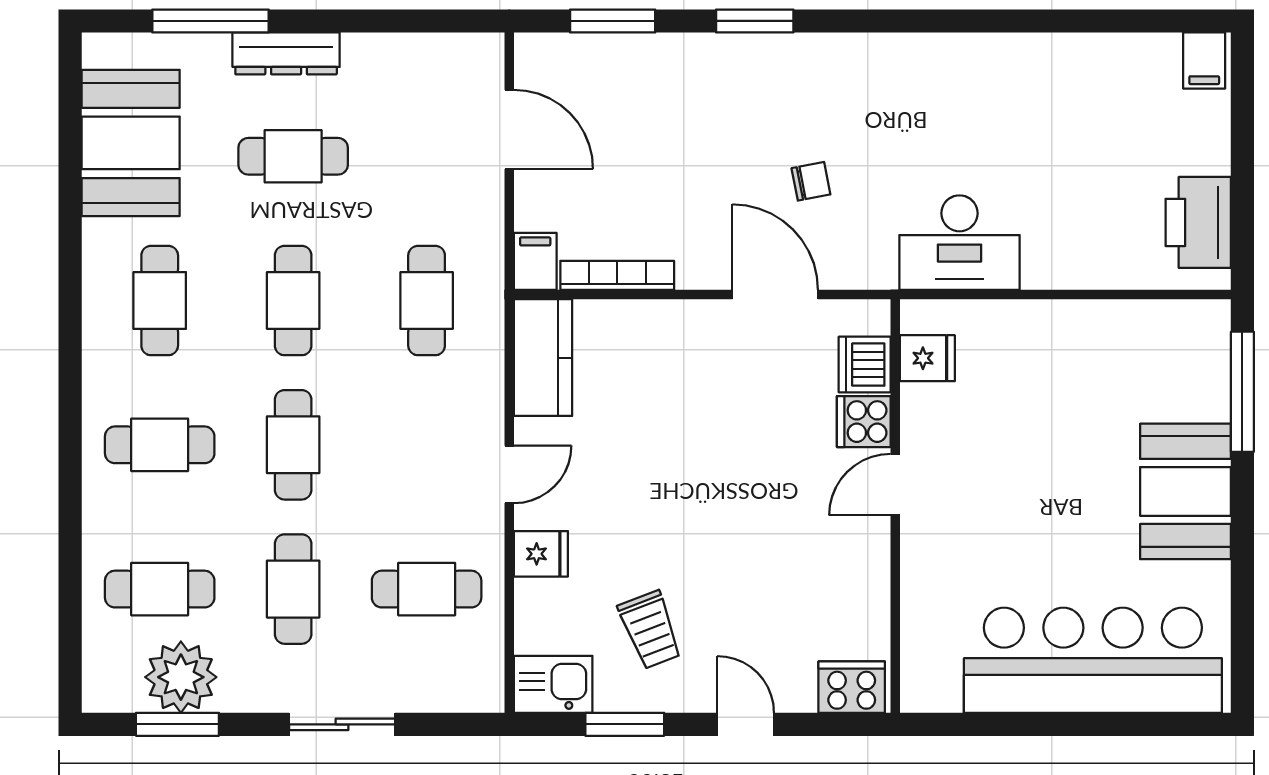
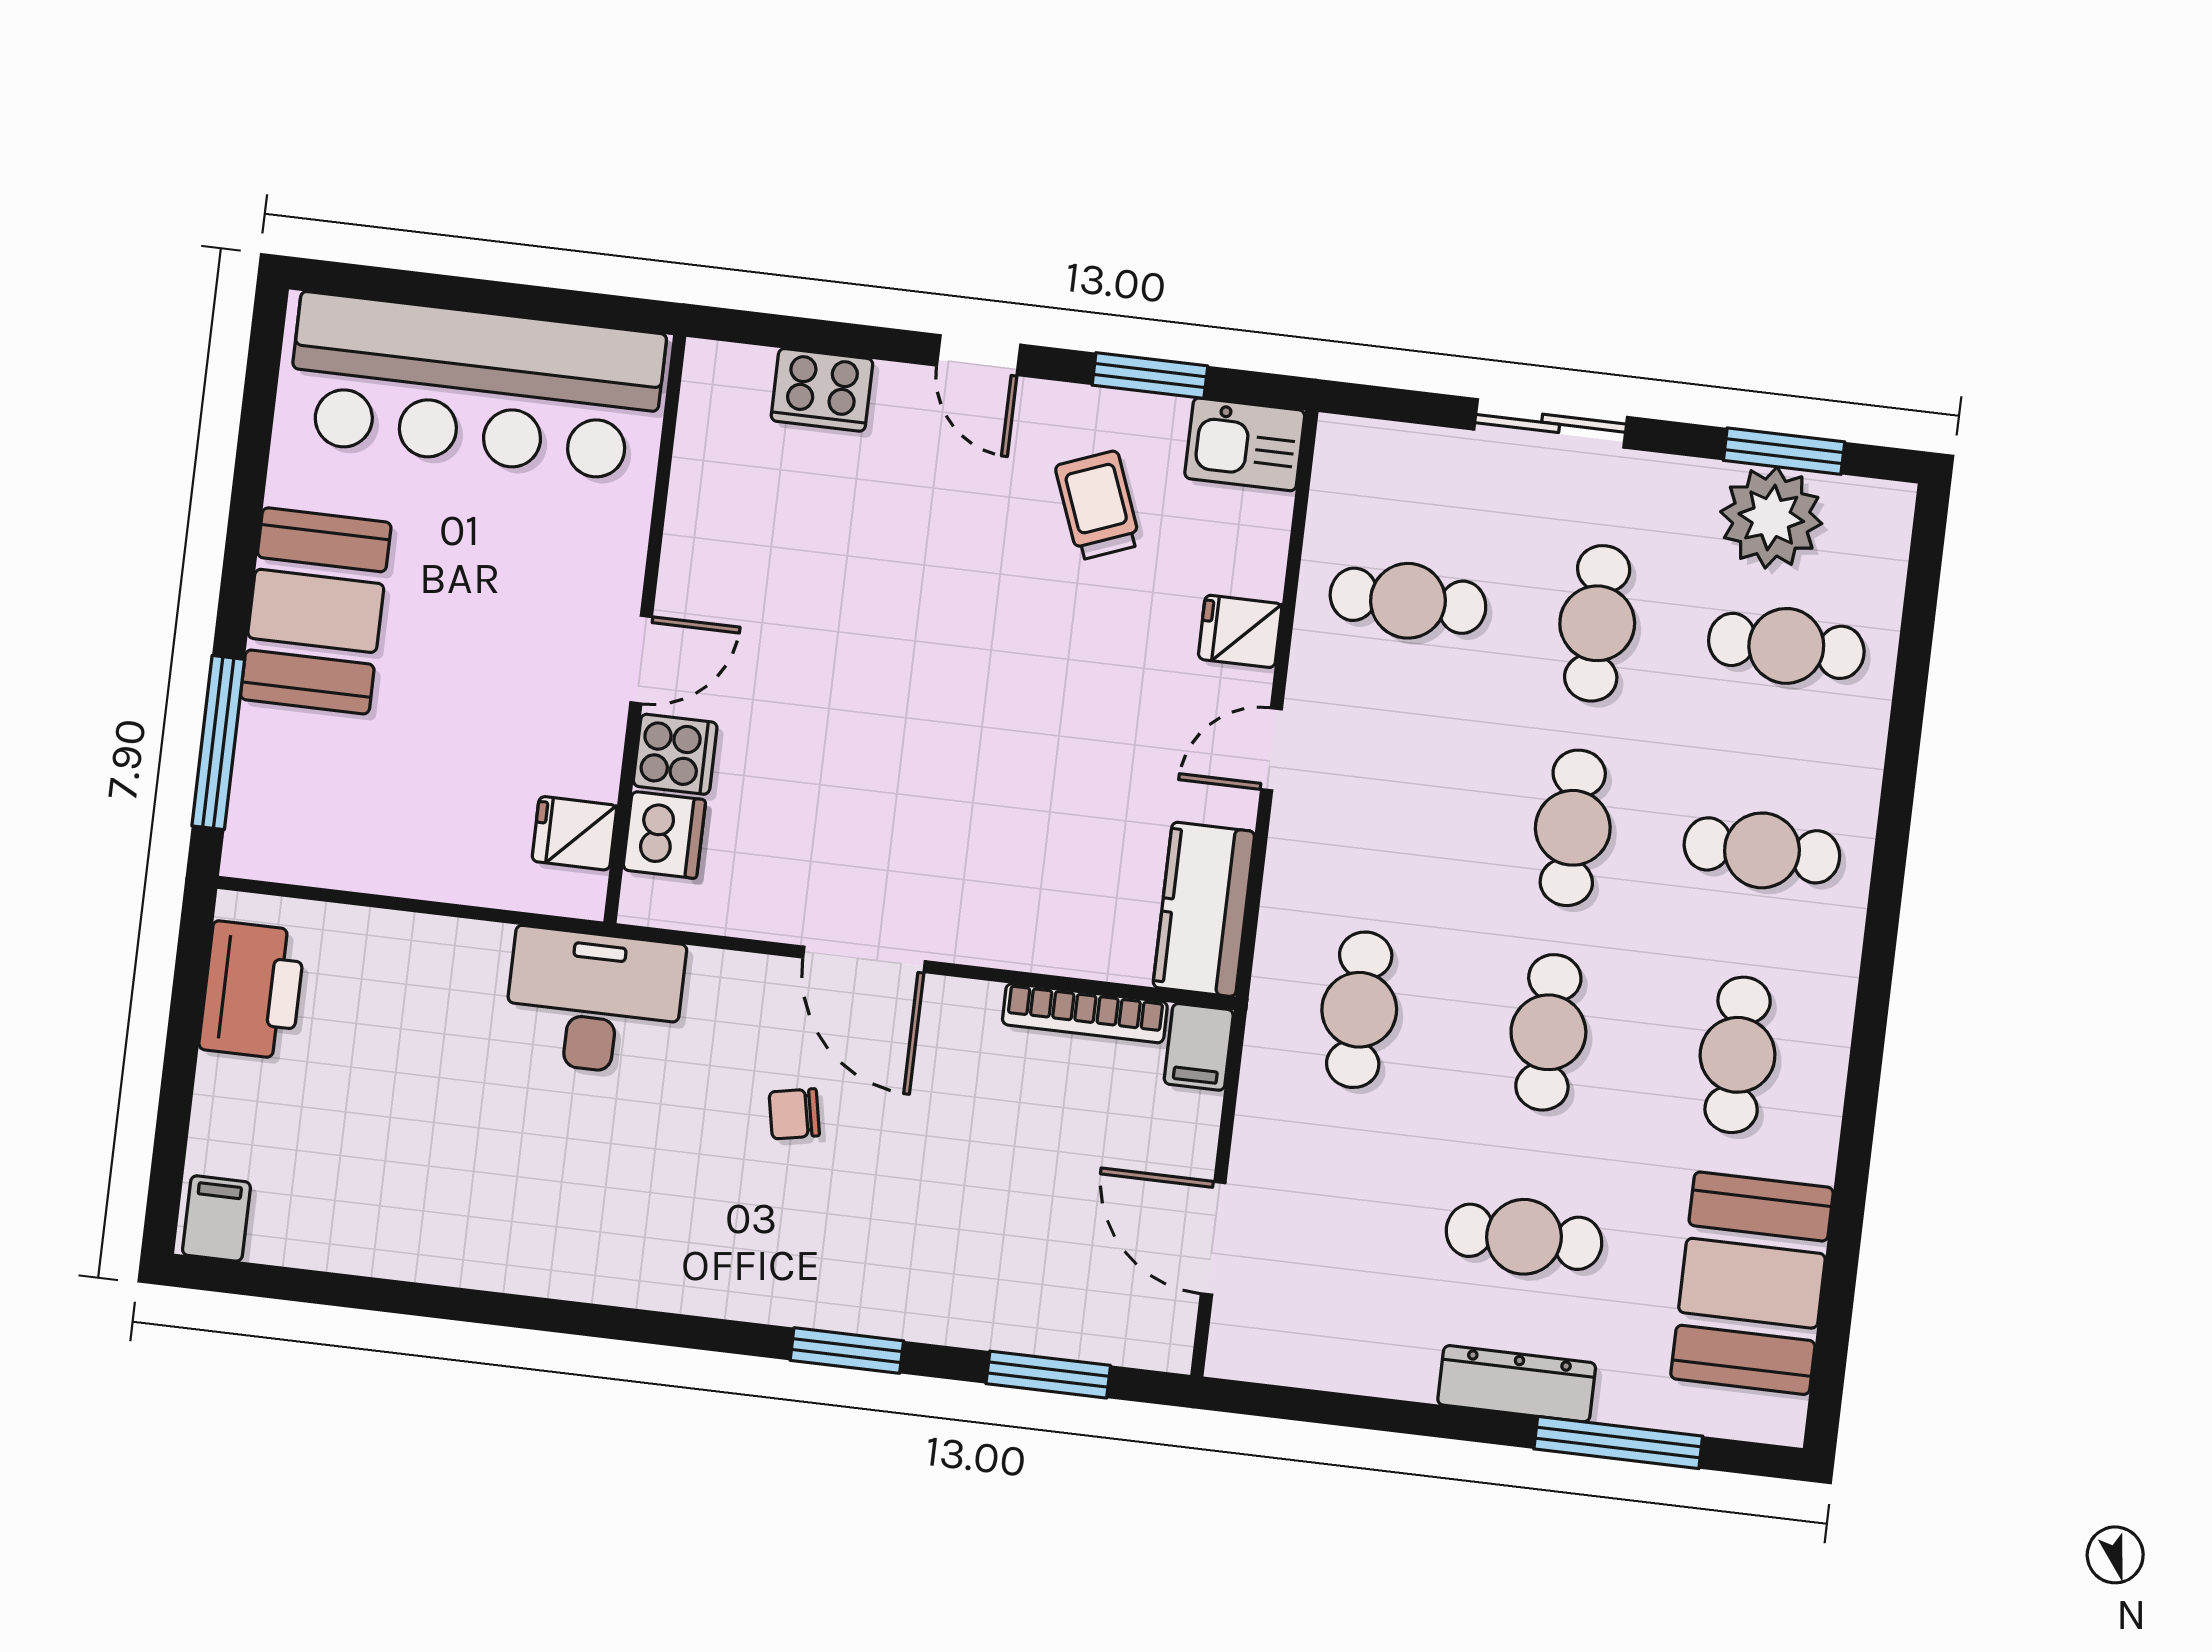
fridge: (927, 358) -> (574, 833), moved
dishwasher: (865, 365) -> (664, 835), moved
cooker: (864, 422) -> (675, 754), moved
door: (895, 485) -> (641, 660), moved
wall: (895, 506) -> (645, 629), moved

